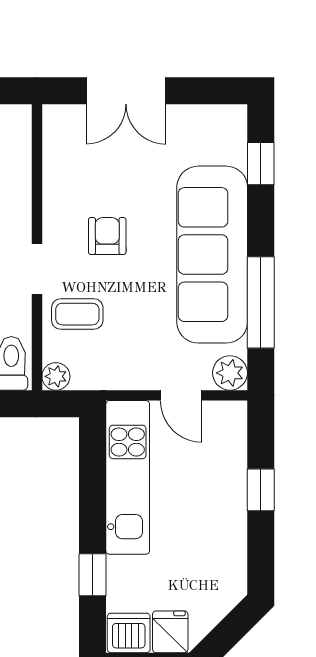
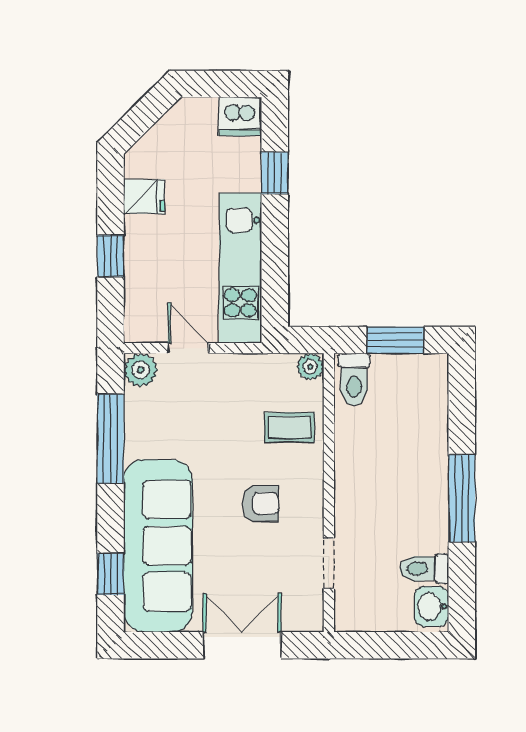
armchair: (107, 236) -> (260, 504), turned -90
sofa: (212, 255) -> (158, 546), moved
doorway: (37, 269) -> (329, 563), moved
fridge: (170, 632) -> (144, 197), moved, turned -90

